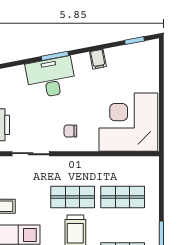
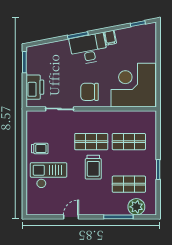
desk: (51, 78) -> (88, 49), moved
chair: (70, 131) -> (90, 92), width x1.87, depth x1.87

